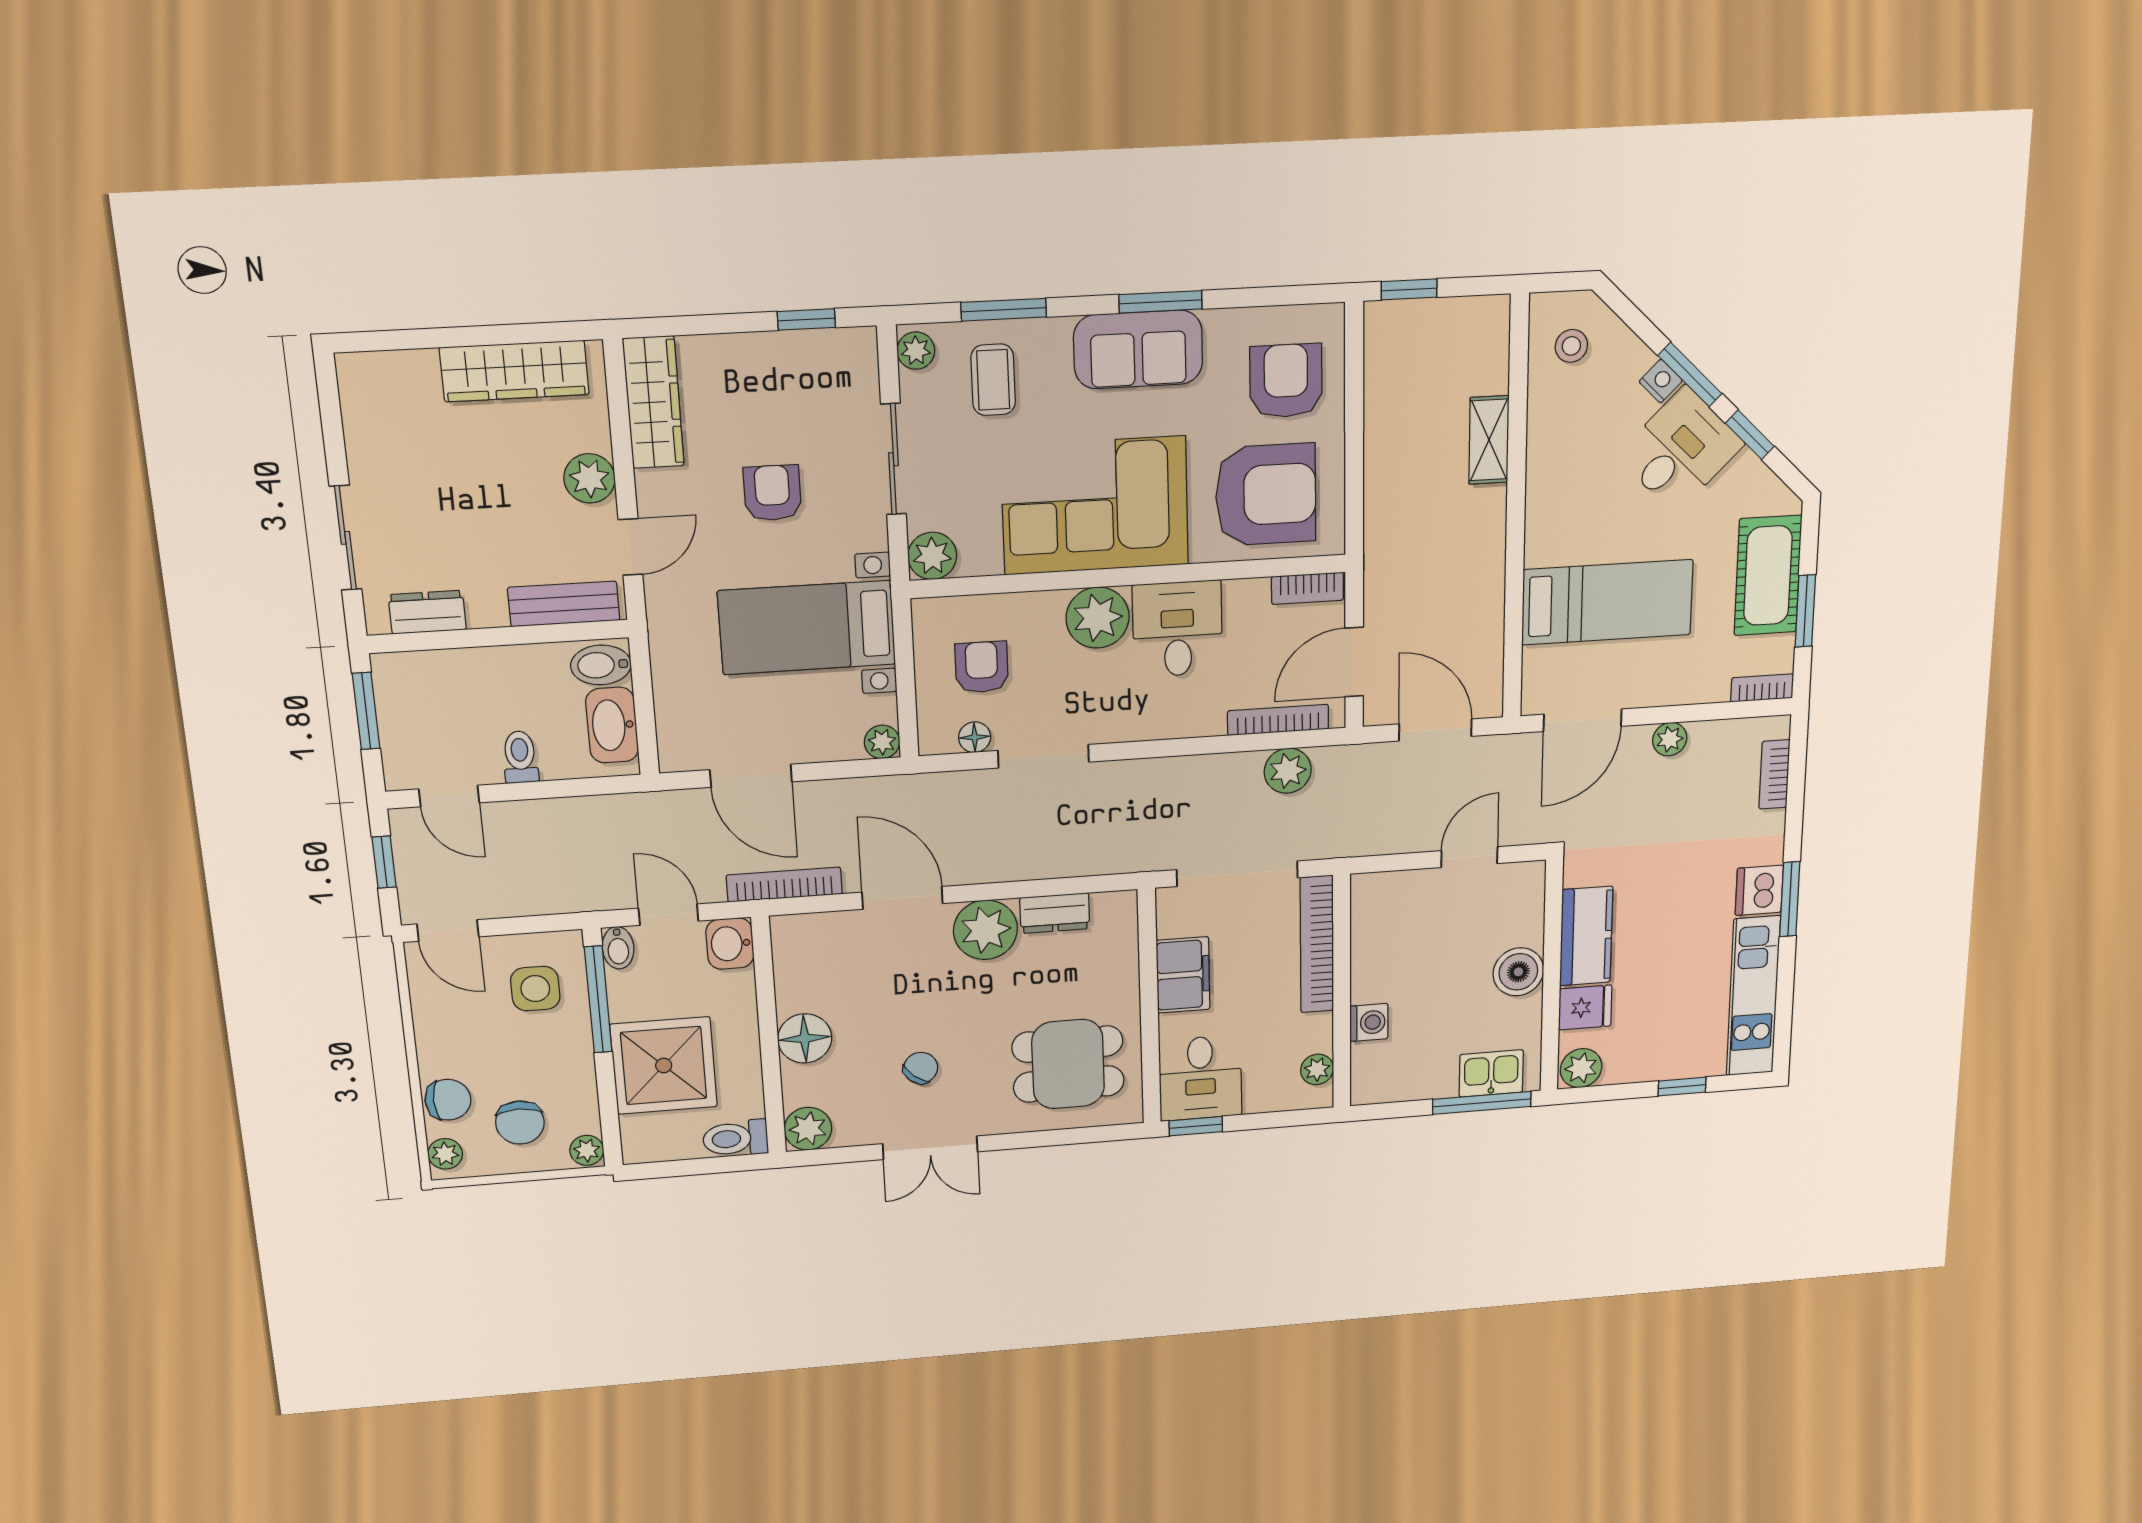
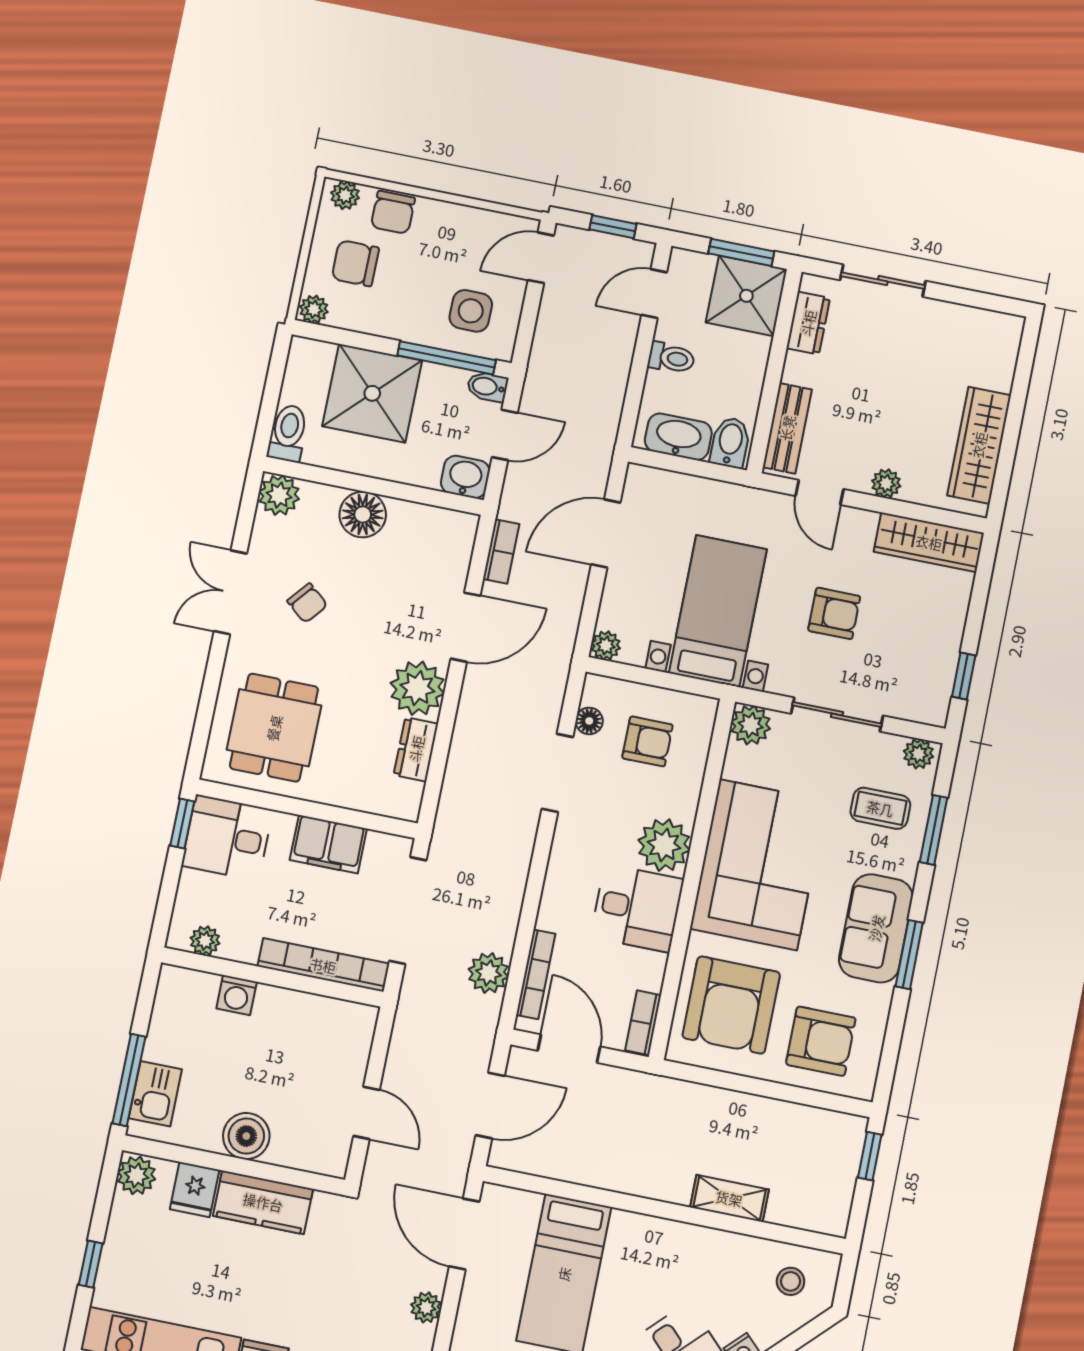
plant: (589, 478) -> (886, 483), width x0.73, depth x0.73
shower: (417, 692) -> (746, 296), added
bookcase: (784, 885) -> (501, 552), width x0.64

